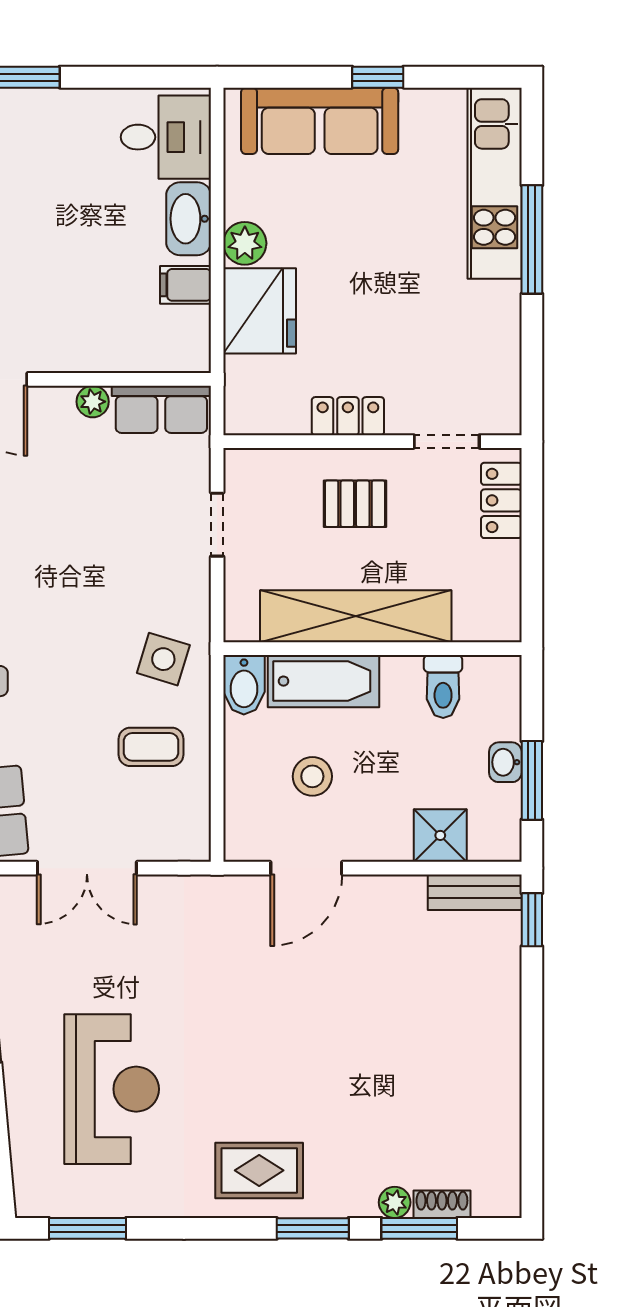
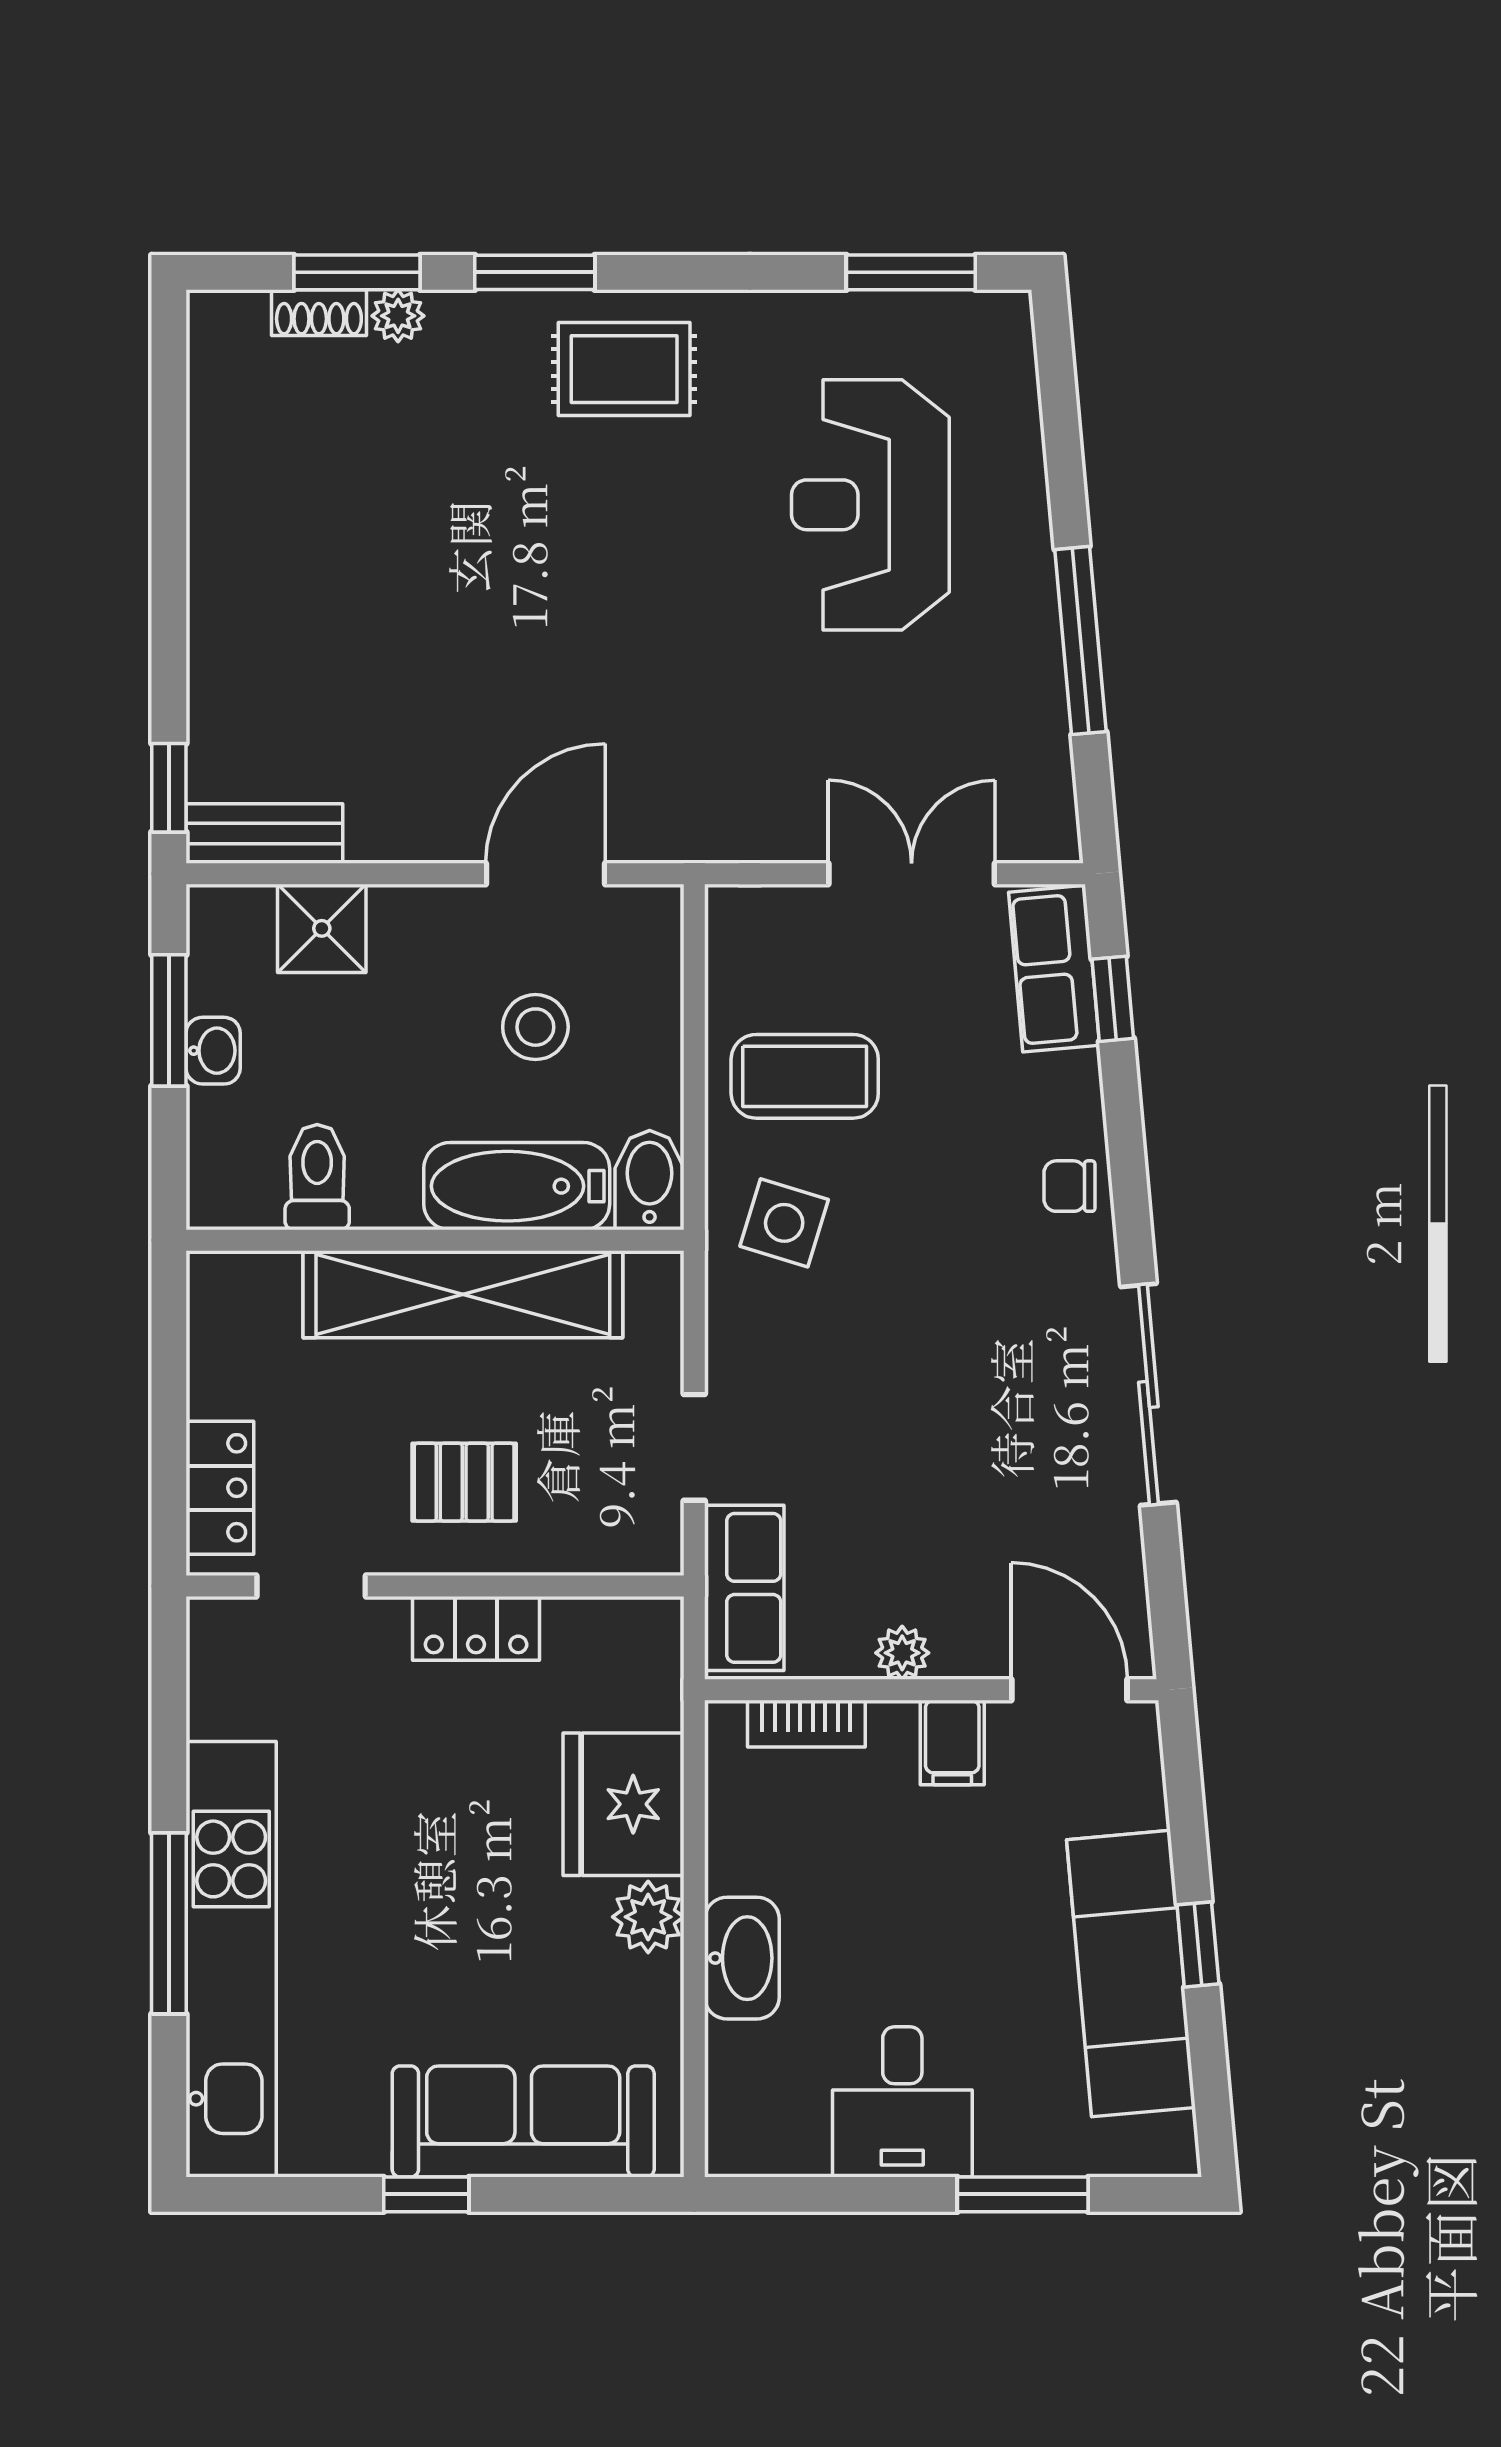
desk: (166, 137) -> (902, 2102), moved, turned -90
kitchen unit: (495, 183) -> (231, 1959), width x1.36
filing cabinet: (186, 285) -> (952, 1742), moved, turned 90
bookcase: (150, 359) -> (806, 1724), added
row of seats: (161, 409) -> (744, 1588), moved, turned 90
coffee table: (151, 747) -> (805, 1076), width x1.36, depth x1.30

